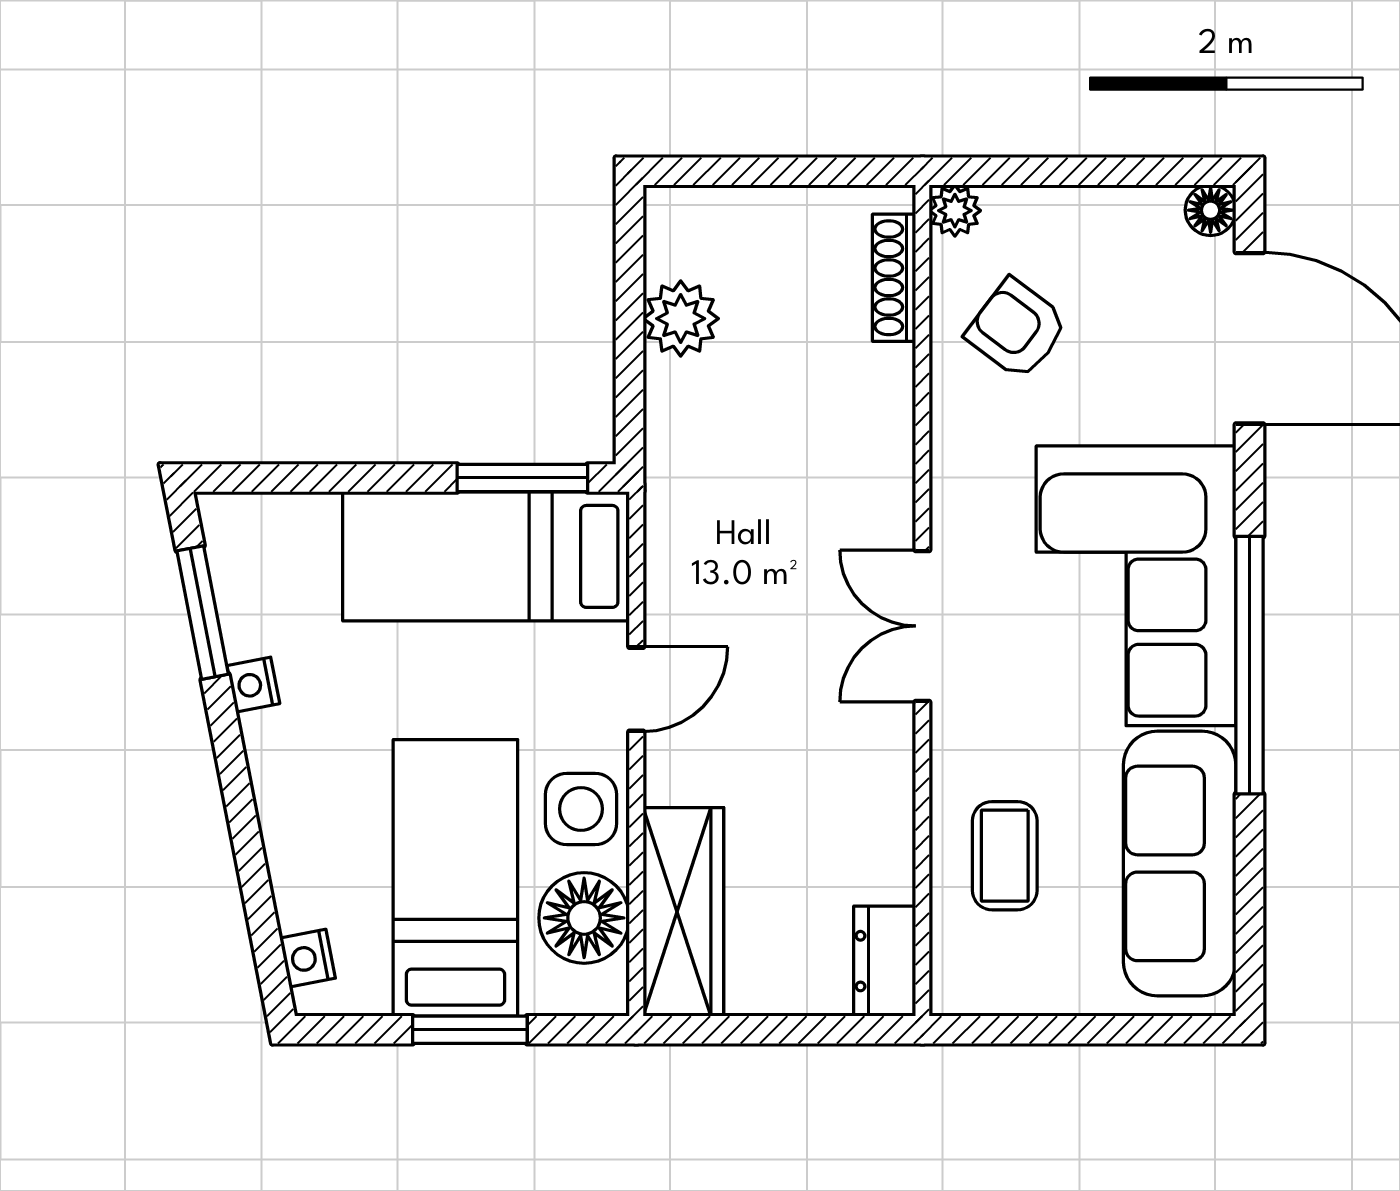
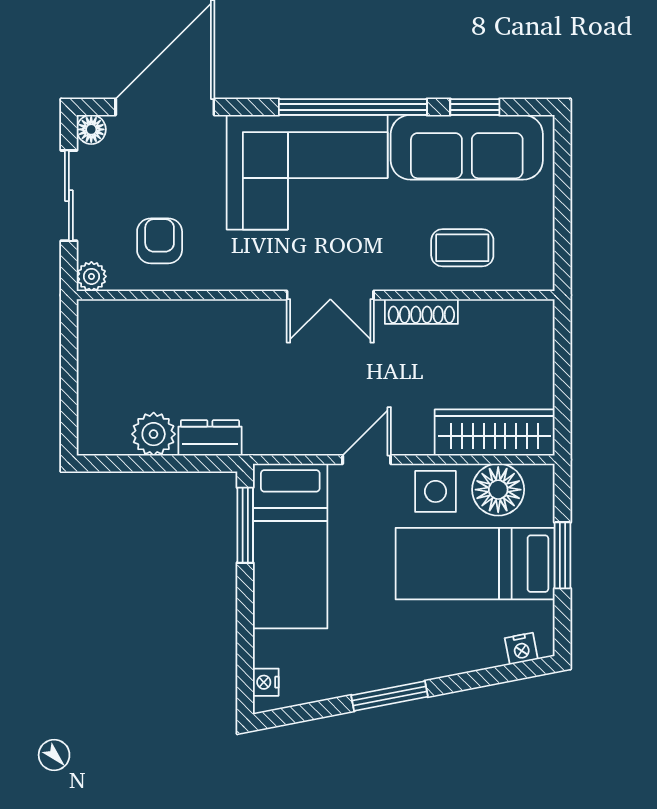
sliding door: (1095, 171) -> (69, 196), added
shoe rack: (894, 278) -> (421, 311), moved
armchair: (1017, 329) -> (160, 241), turned 143
window: (203, 613) -> (389, 696), moved
nightstand: (253, 685) -> (266, 682), moved, turned 101
door: (636, 689) -> (367, 460), hinge flipped
window: (1249, 877) -> (475, 107), added
dresser: (885, 961) -> (210, 438), moved, turned 180

